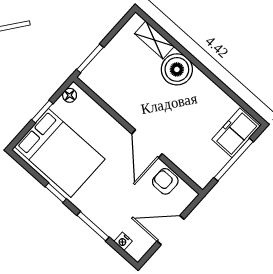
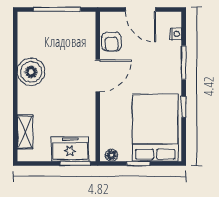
boiler: (177, 69) -> (31, 72), moved
freezer: (236, 133) -> (70, 149), moved, turned 180

